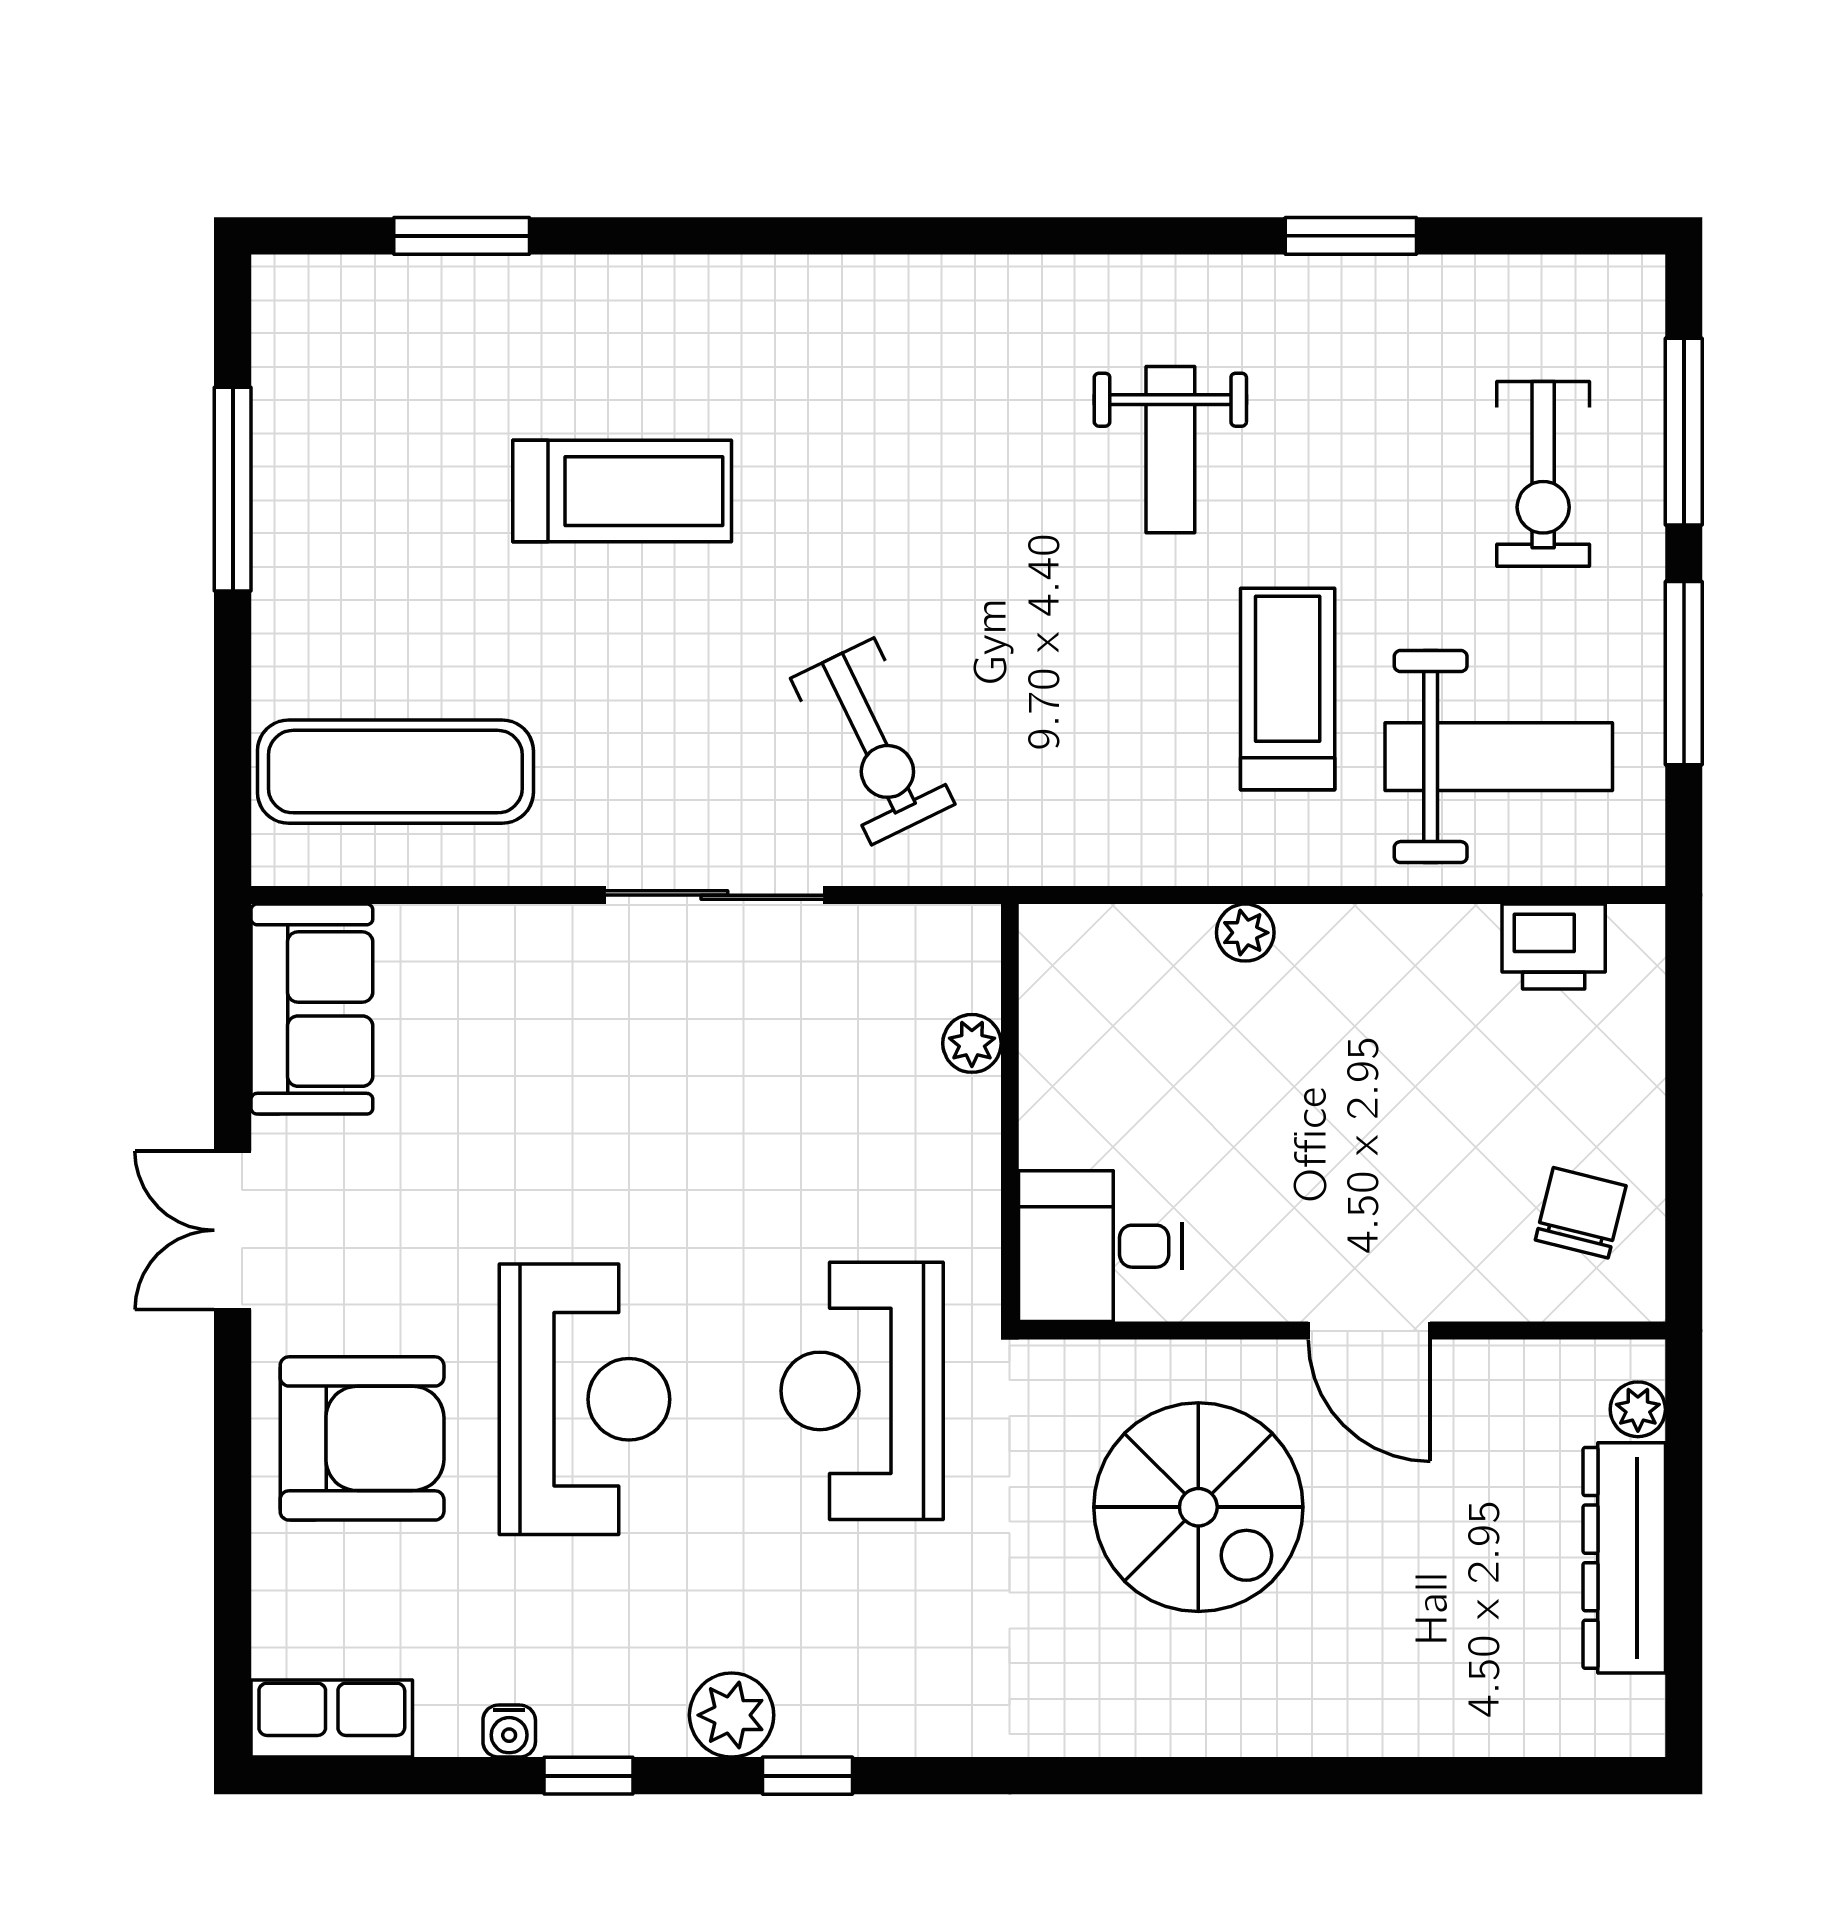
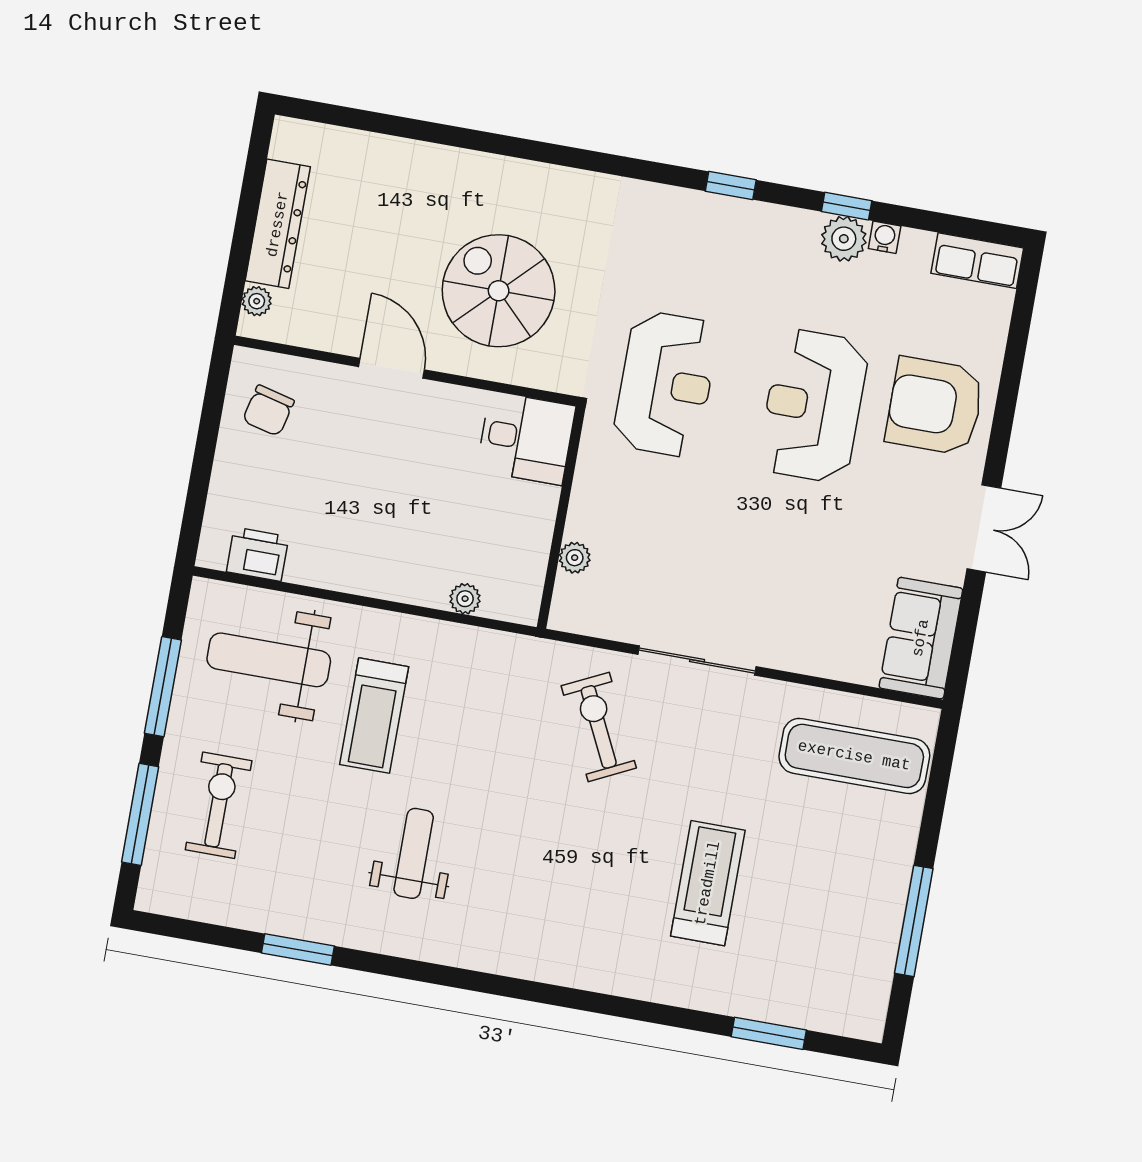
treadmill: (622, 491) -> (708, 883), turned 90
plant: (1245, 933) -> (465, 599), moved
plant: (732, 1715) -> (844, 239), moved

